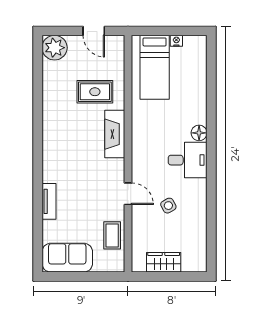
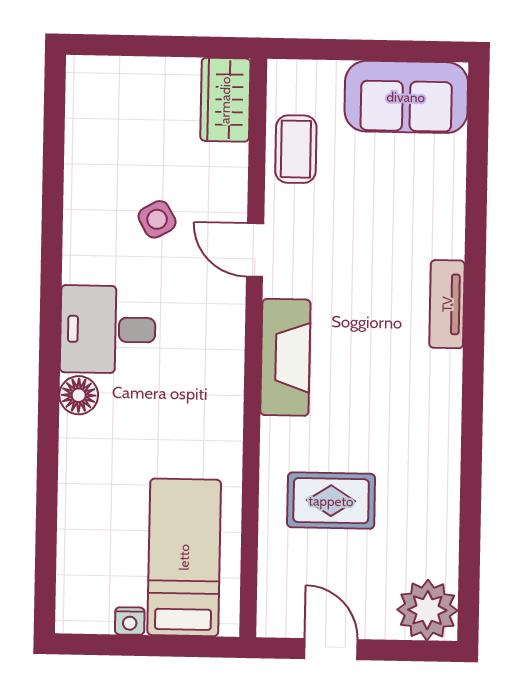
fireplace: (115, 134) -> (285, 357), moved
tv unit: (49, 201) -> (447, 304), moved
wardrobe: (164, 262) -> (225, 100), moved, turned 90

